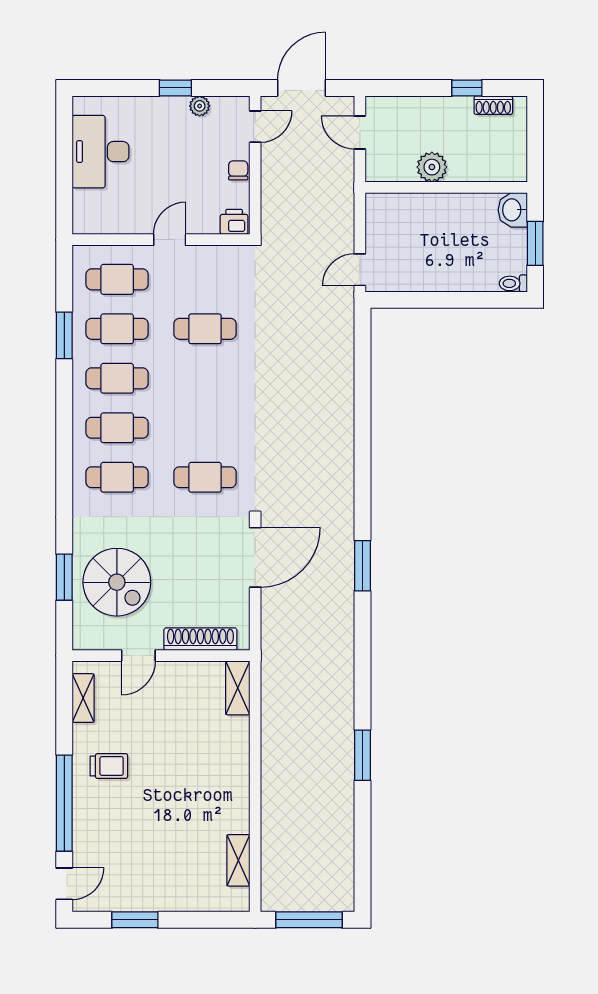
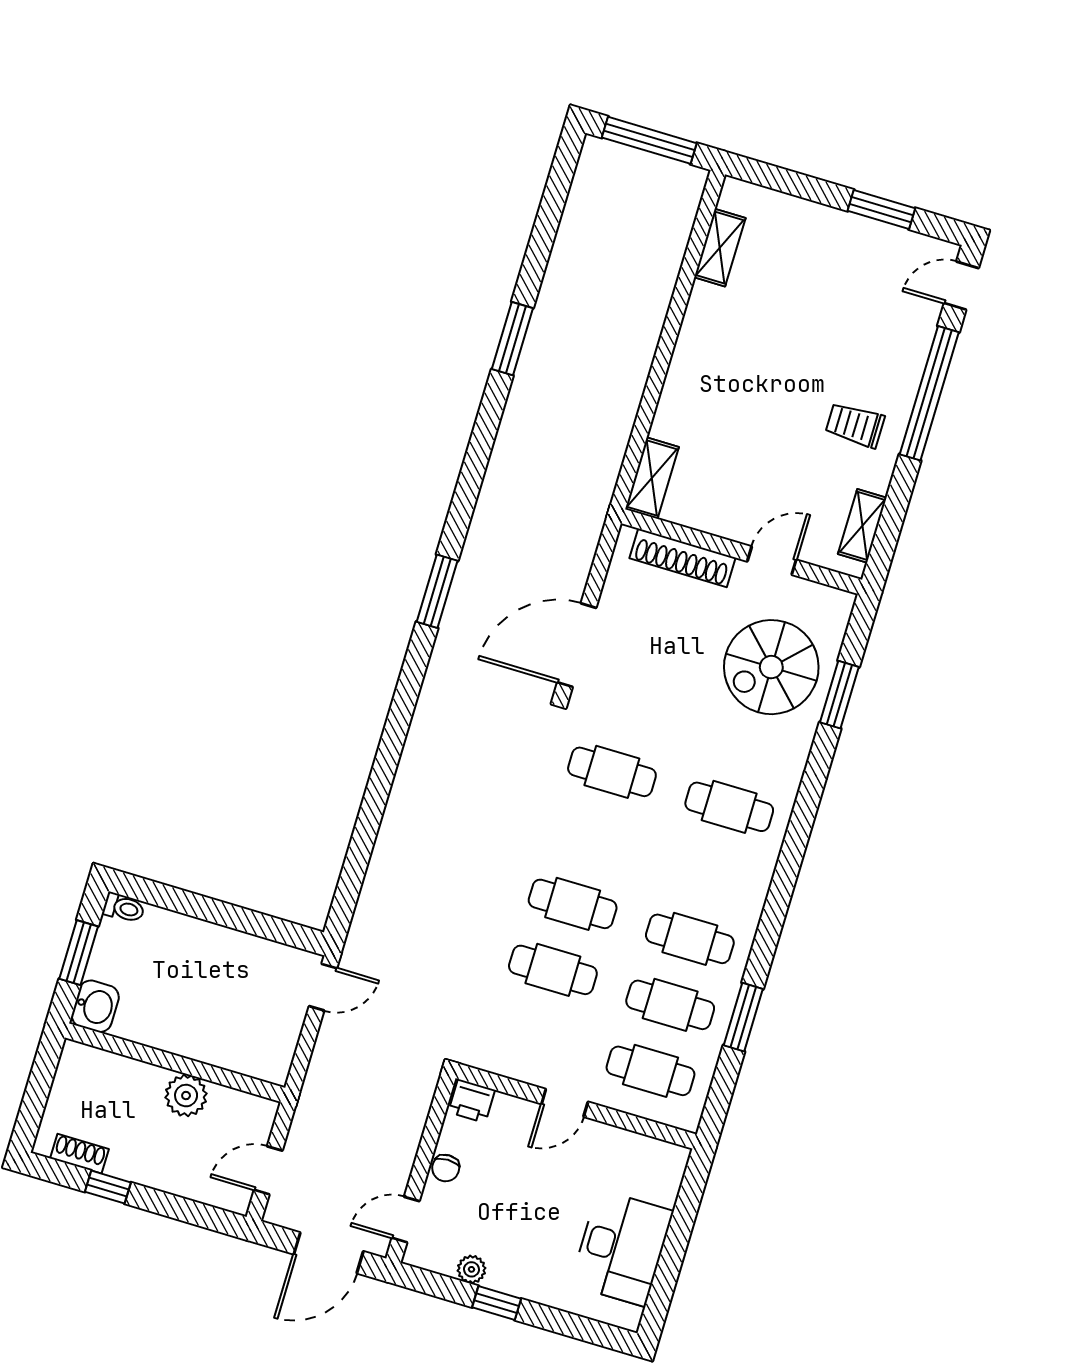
door: (360, 132) -> (268, 1170), swing flipped
cafe table: (117, 428) -> (573, 904), moved
spiral stairs: (117, 582) -> (771, 667), turned -90

